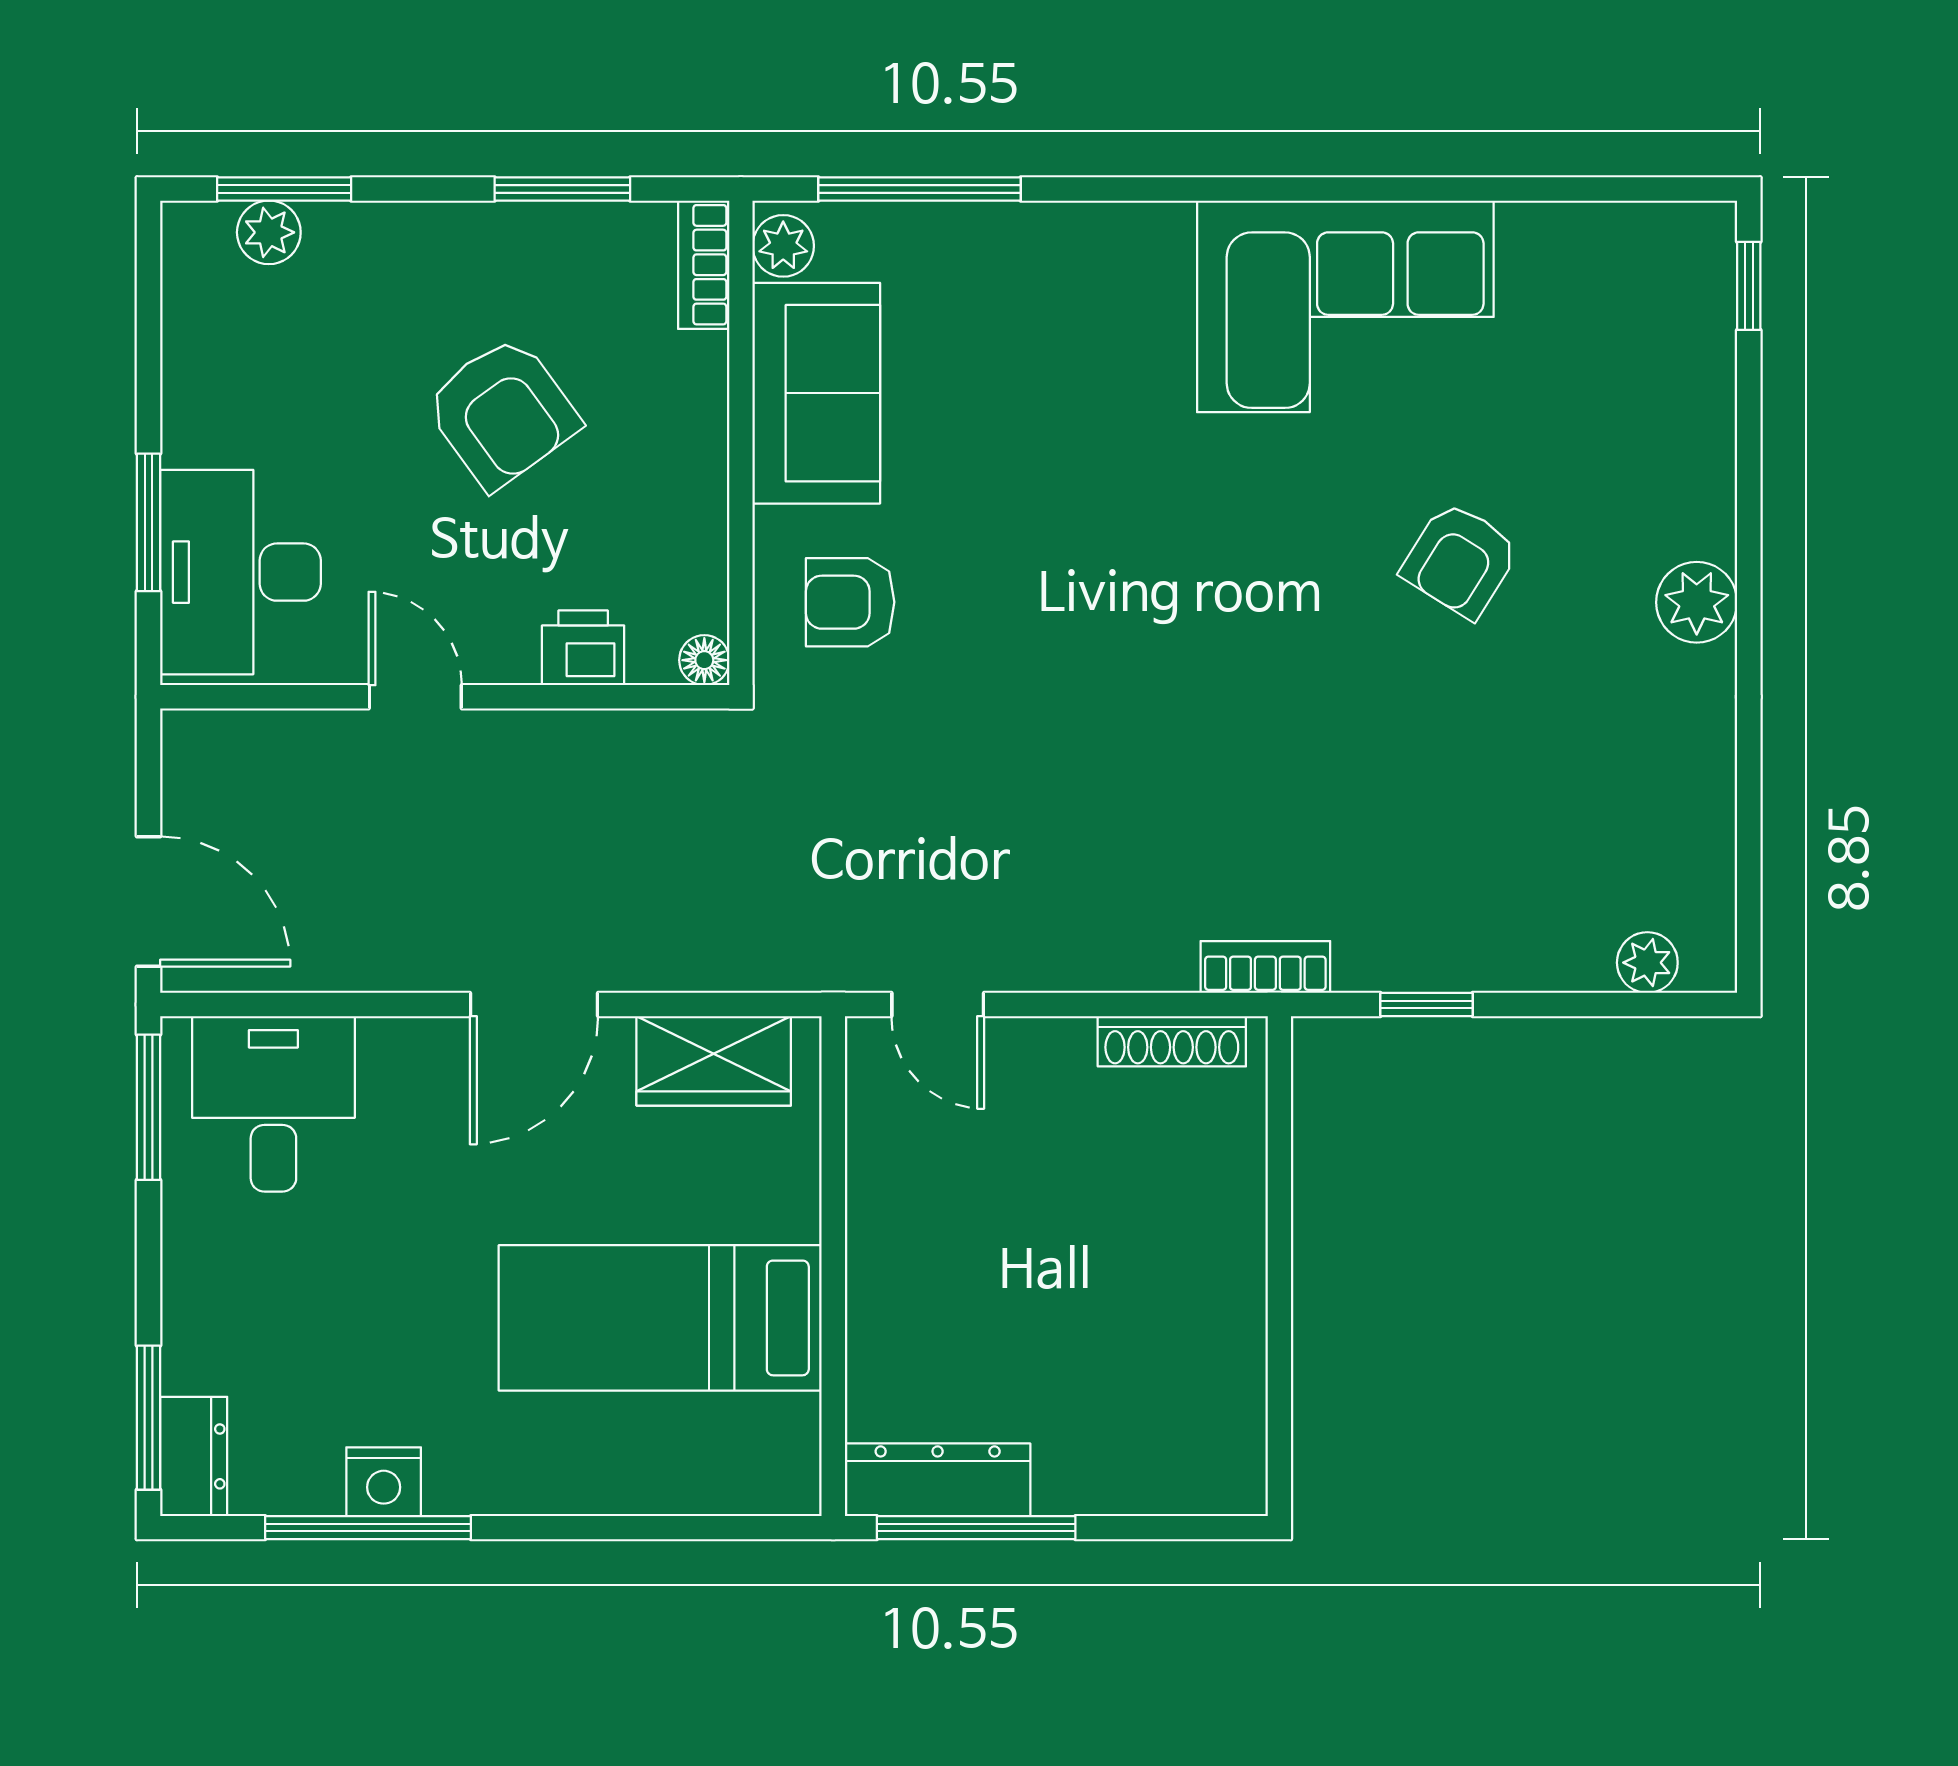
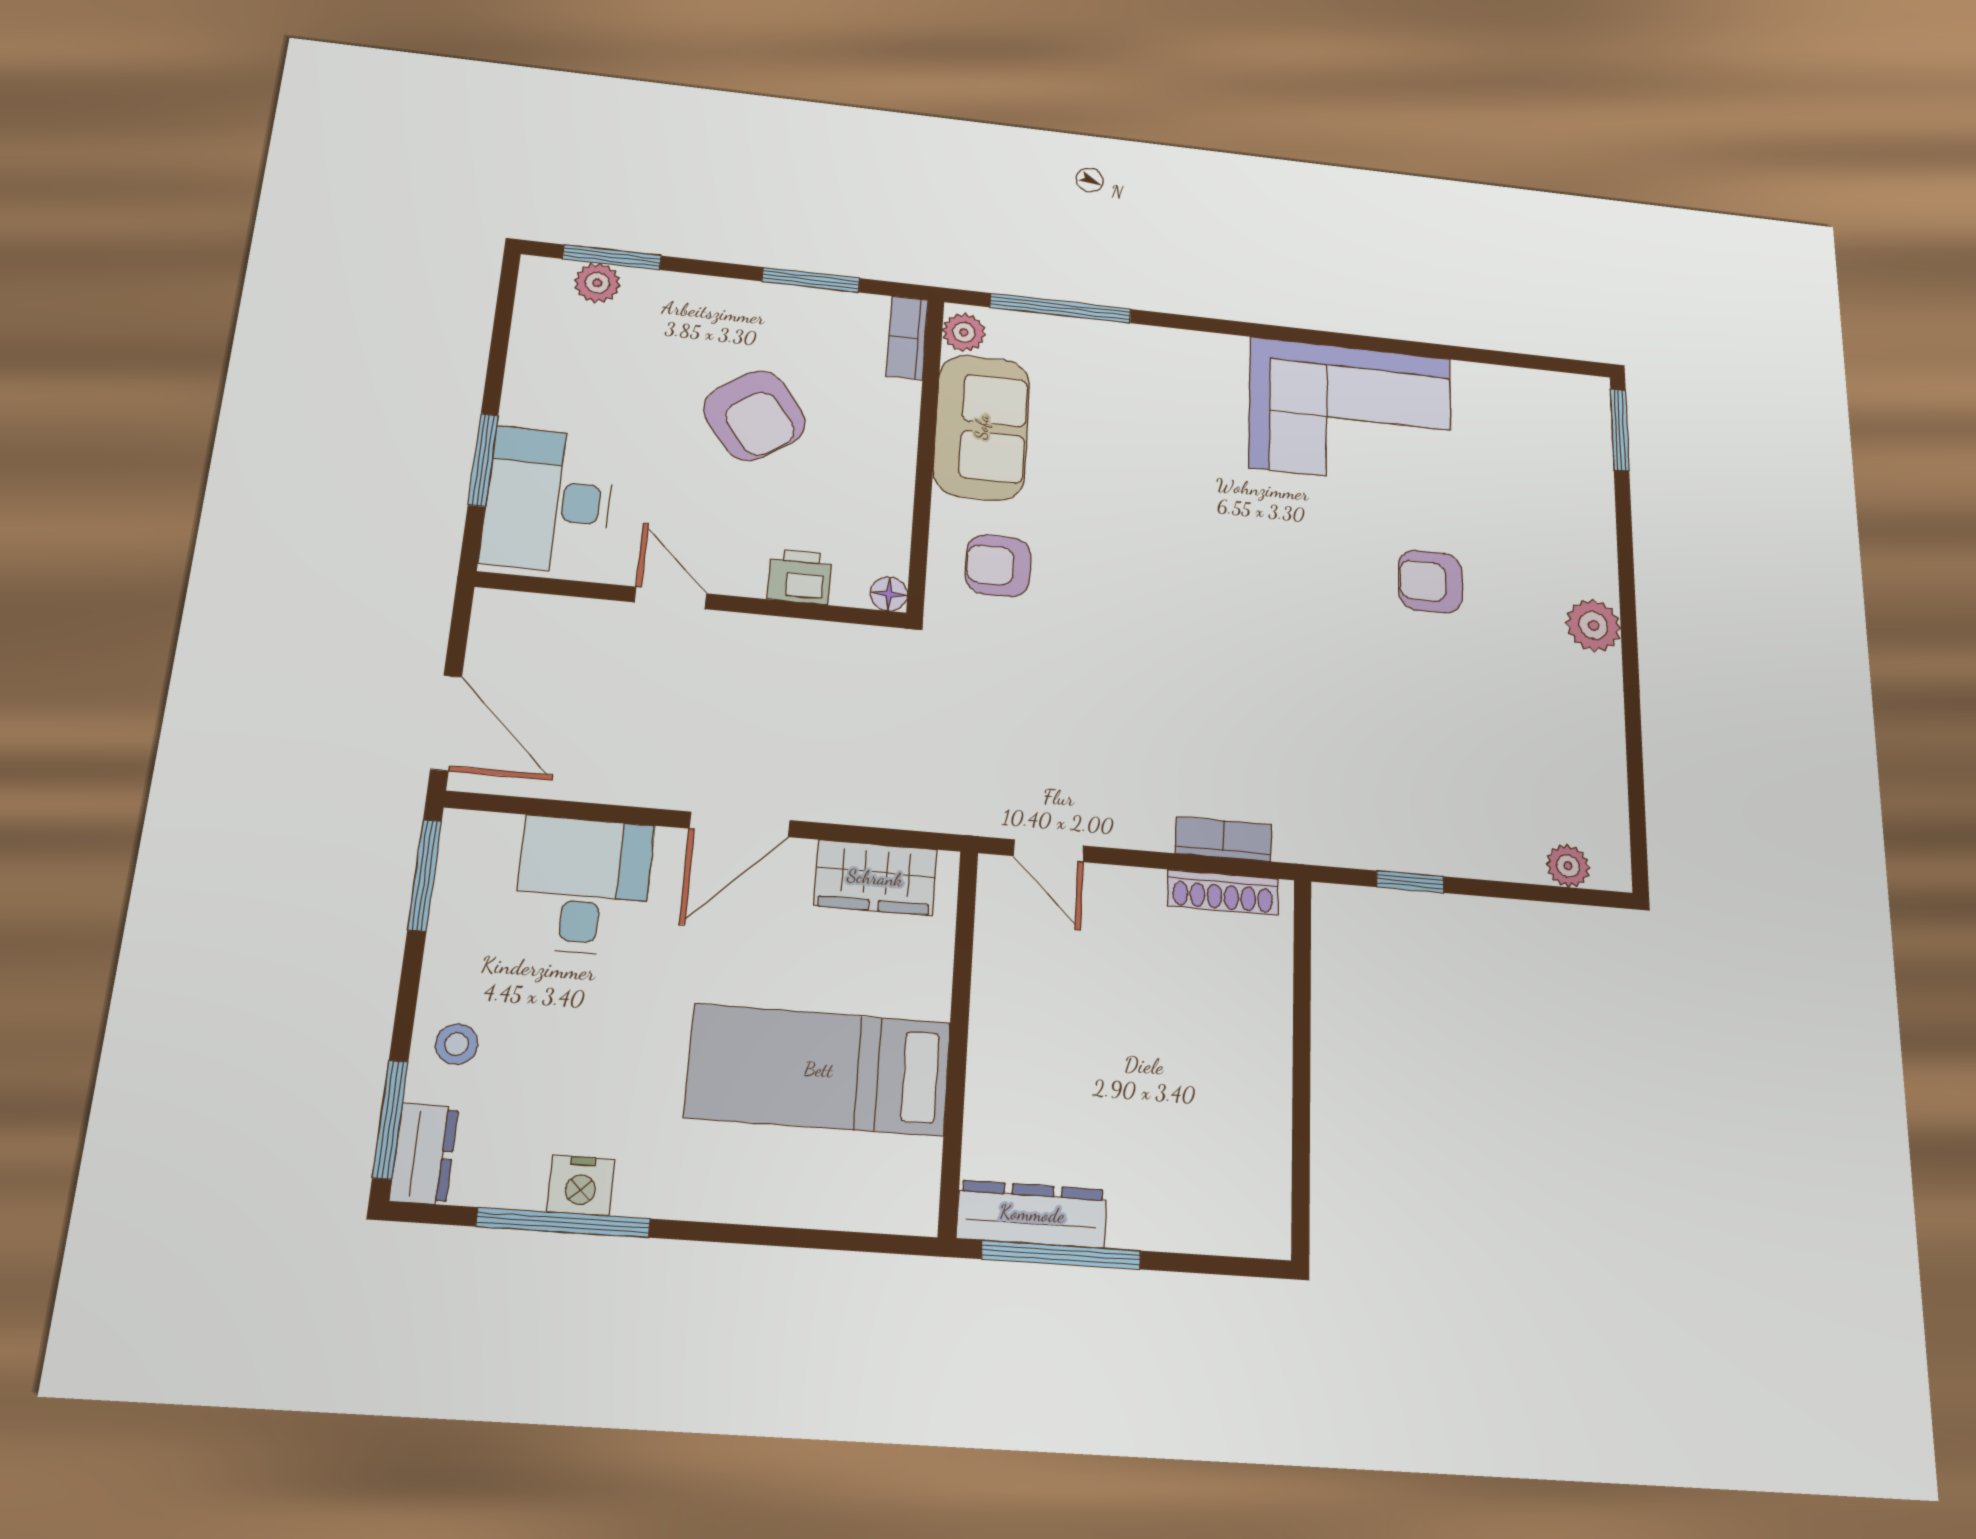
window: (1749, 286) -> (1620, 430), width x1.50
armchair: (1460, 560) -> (1430, 582), turned 58
bookcase: (1265, 967) -> (1224, 839), moved
desk: (273, 1104) -> (583, 886), moved
stool: (215, 1319) -> (457, 1044), added

